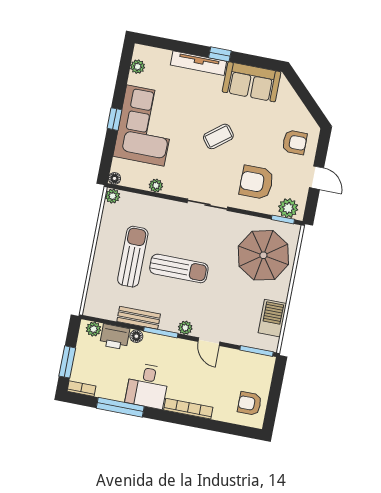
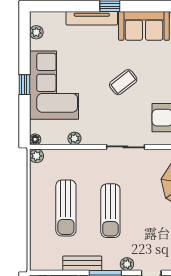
sun lounger: (133, 257) -> (66, 208), turned 180
sun lounger: (179, 268) -> (110, 211), turned 90

